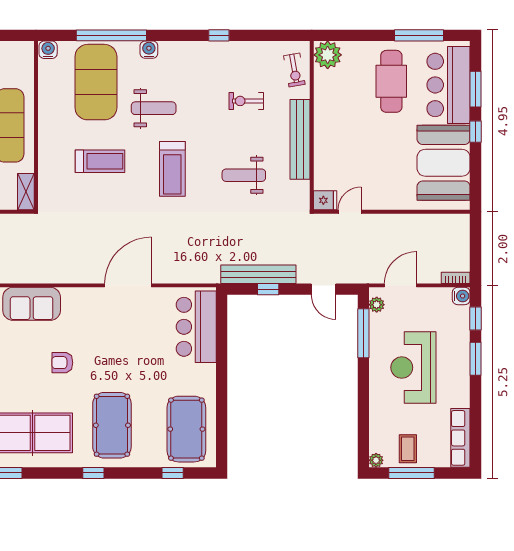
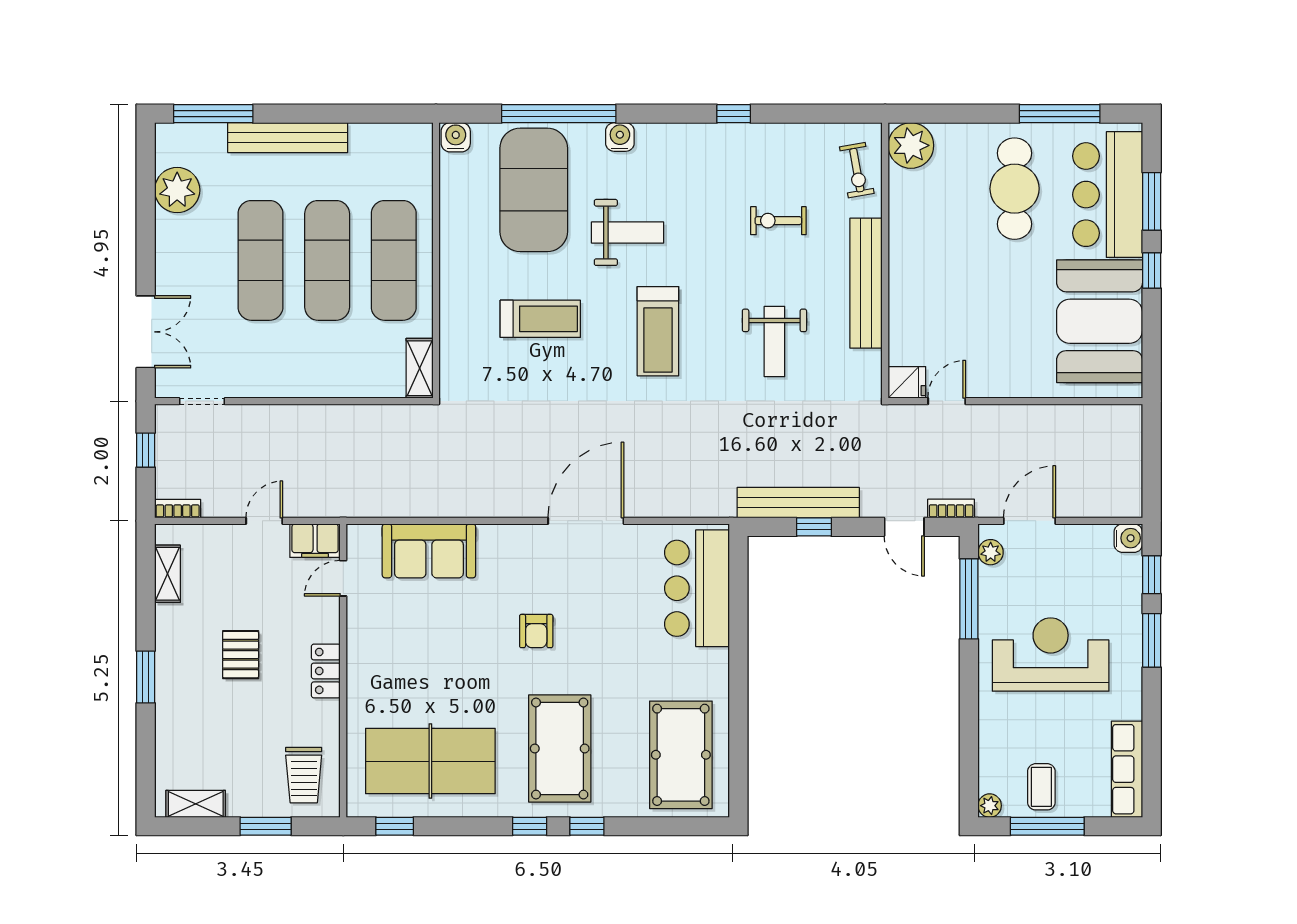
weight bench: (244, 175) -> (774, 342), turned -90
bookcase: (456, 278) -> (951, 509), moved
armchair: (62, 363) -> (536, 631), moved, turned -90
reception desk: (413, 368) -> (1051, 655), turned 90
window: (173, 473) -> (587, 826), moved

